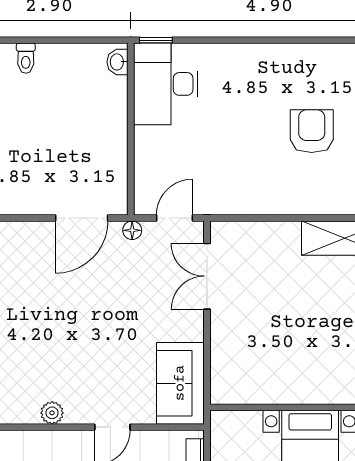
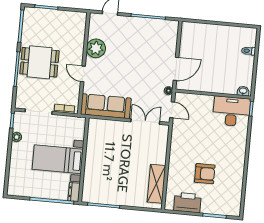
door: (82, 218) -> (176, 69), swing flipped
sofa: (180, 383) -> (106, 106), width x1.36
plant: (52, 413) -> (96, 48), width x1.88, depth x1.88

